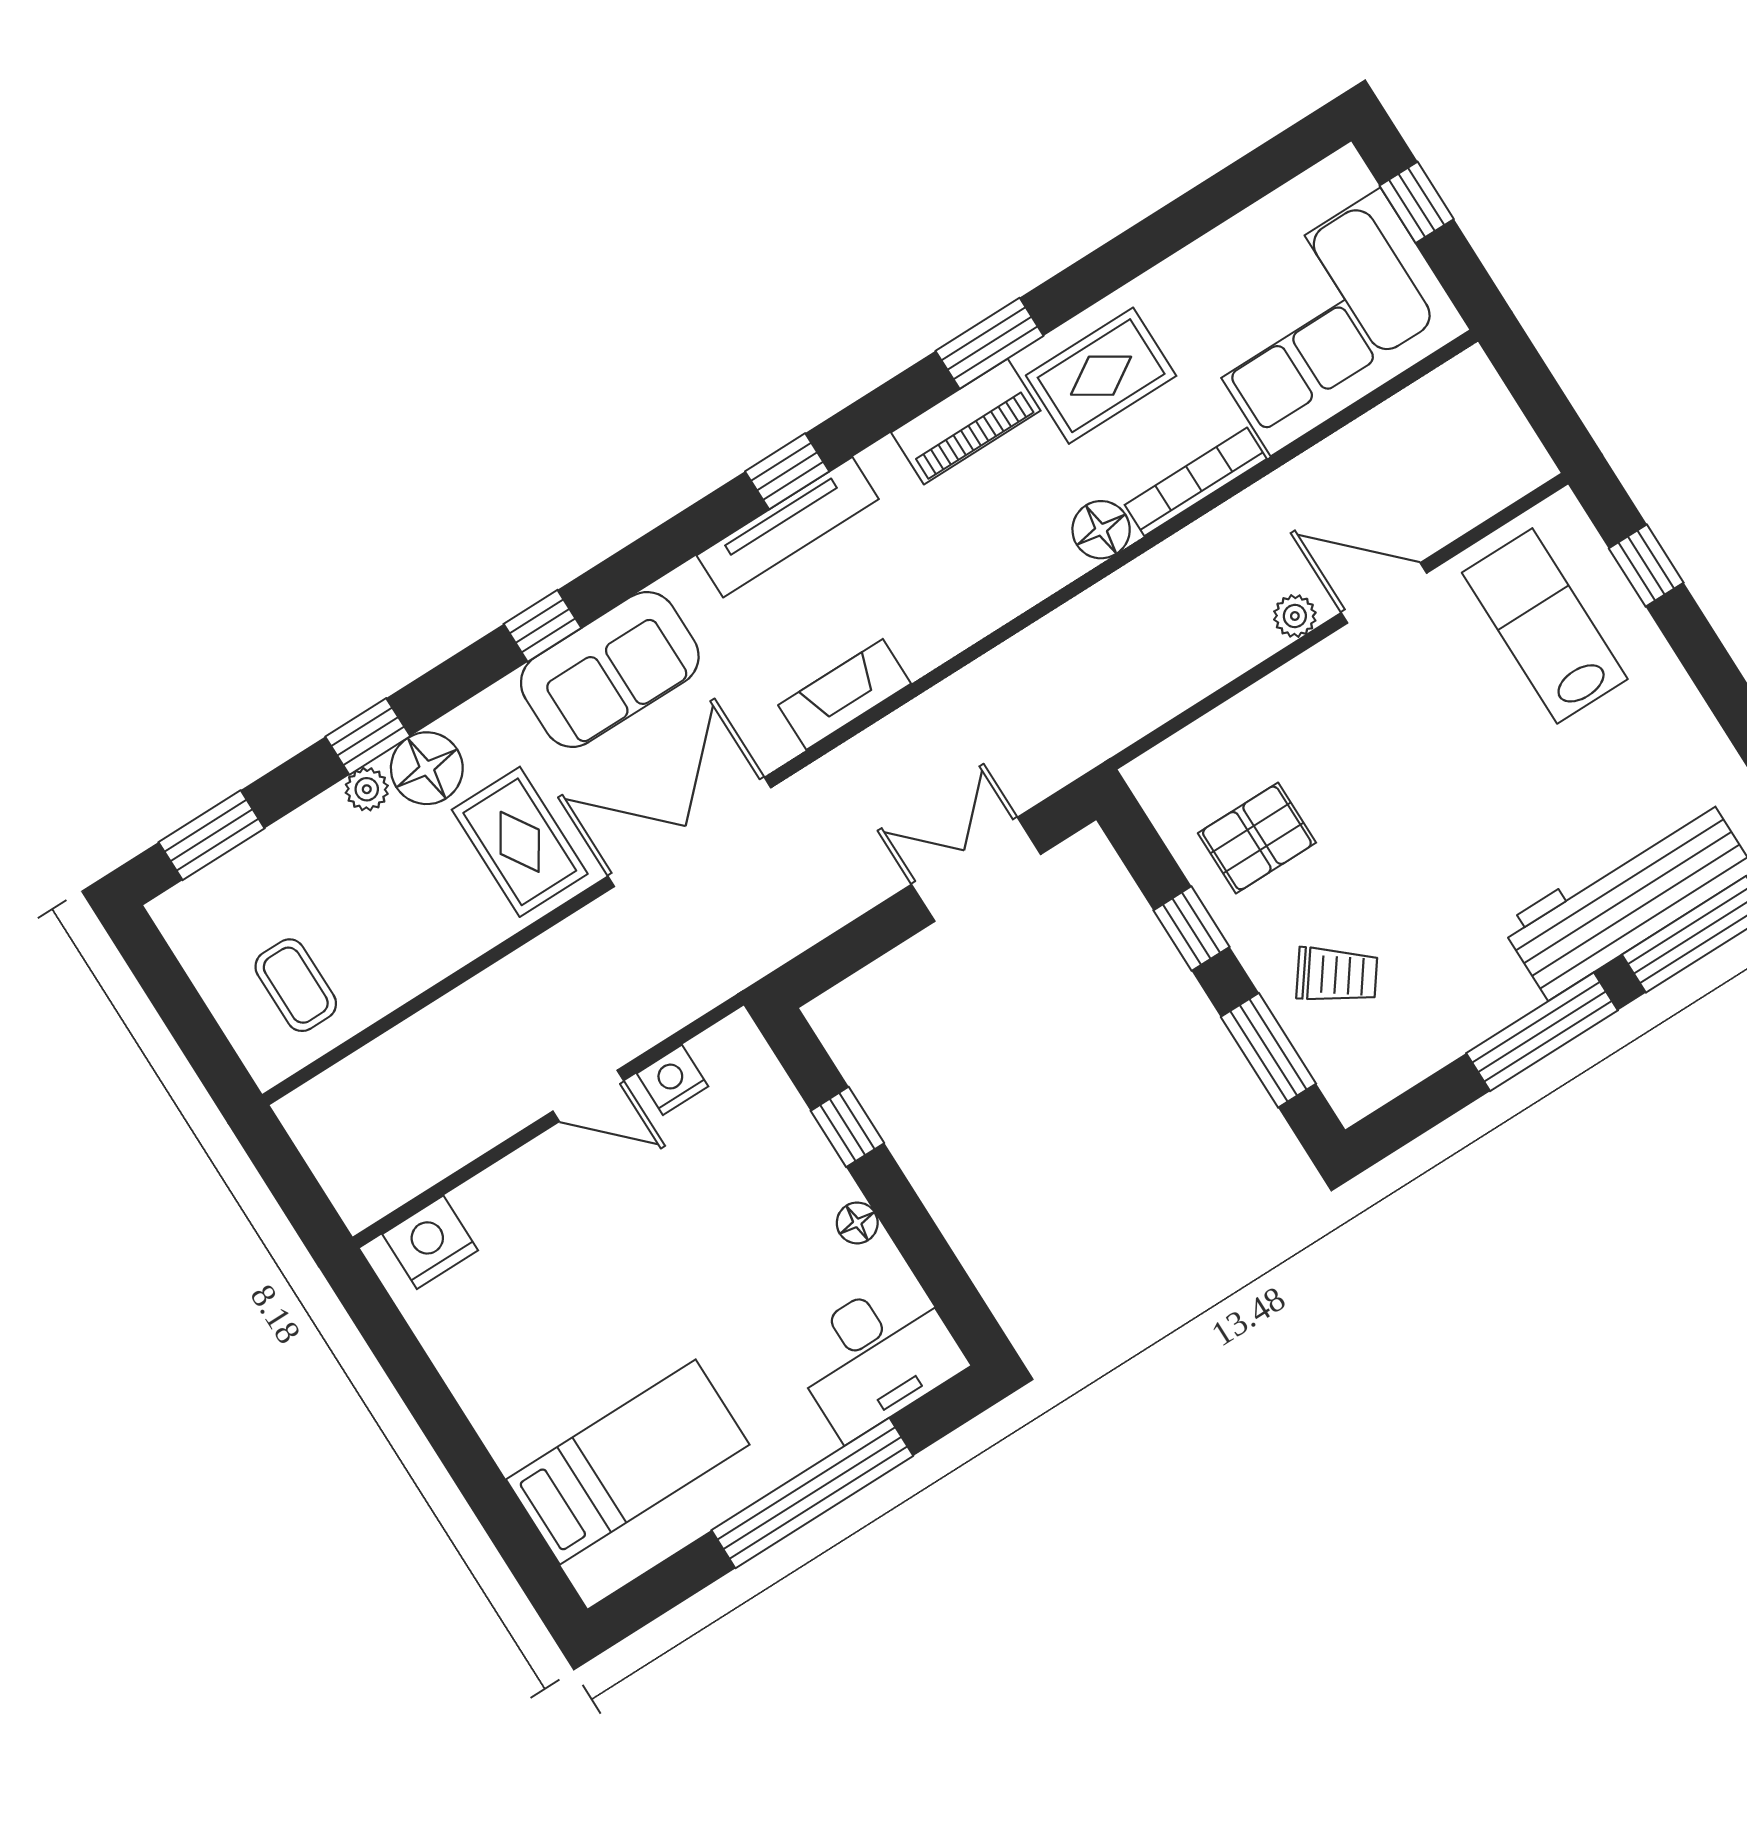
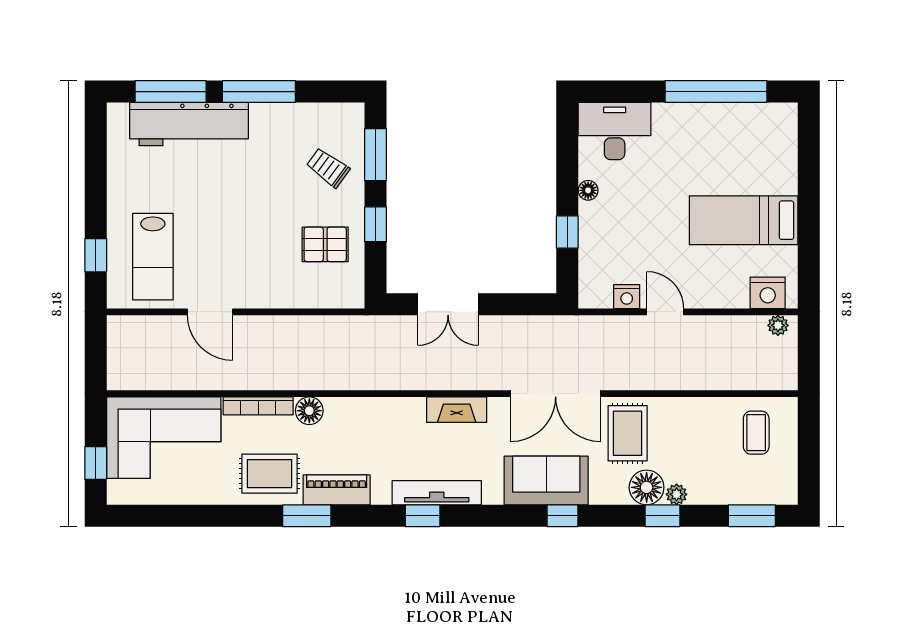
plant: (1295, 616) -> (778, 325), moved
bed: (628, 1462) -> (744, 220), moved
window: (812, 1493) -> (716, 92), moved

